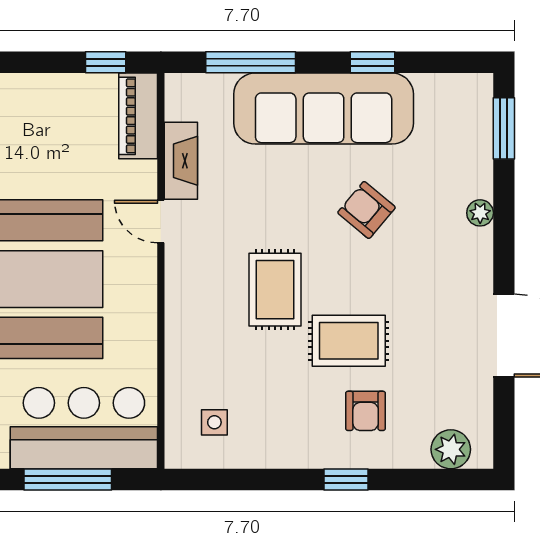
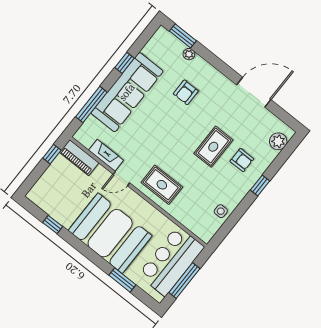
armchair: (366, 210) -> (186, 92), moved, turned -40
plant: (480, 213) -> (189, 54), moved
rug: (275, 290) -> (162, 185), moved
side table: (214, 422) -> (221, 211), moved

